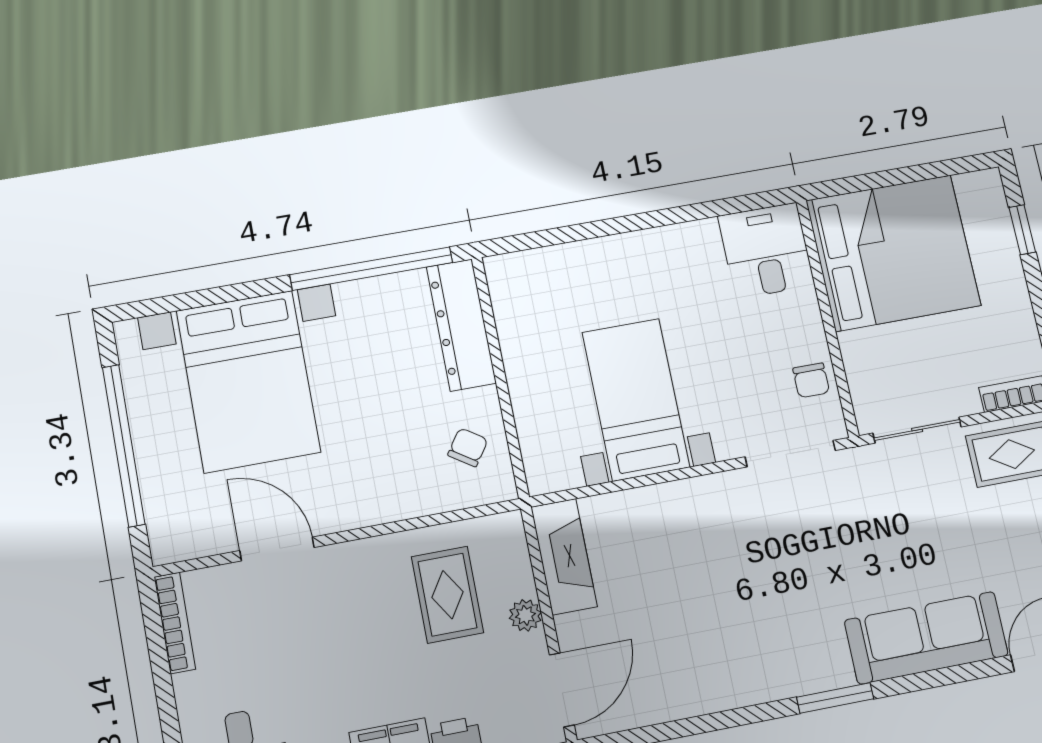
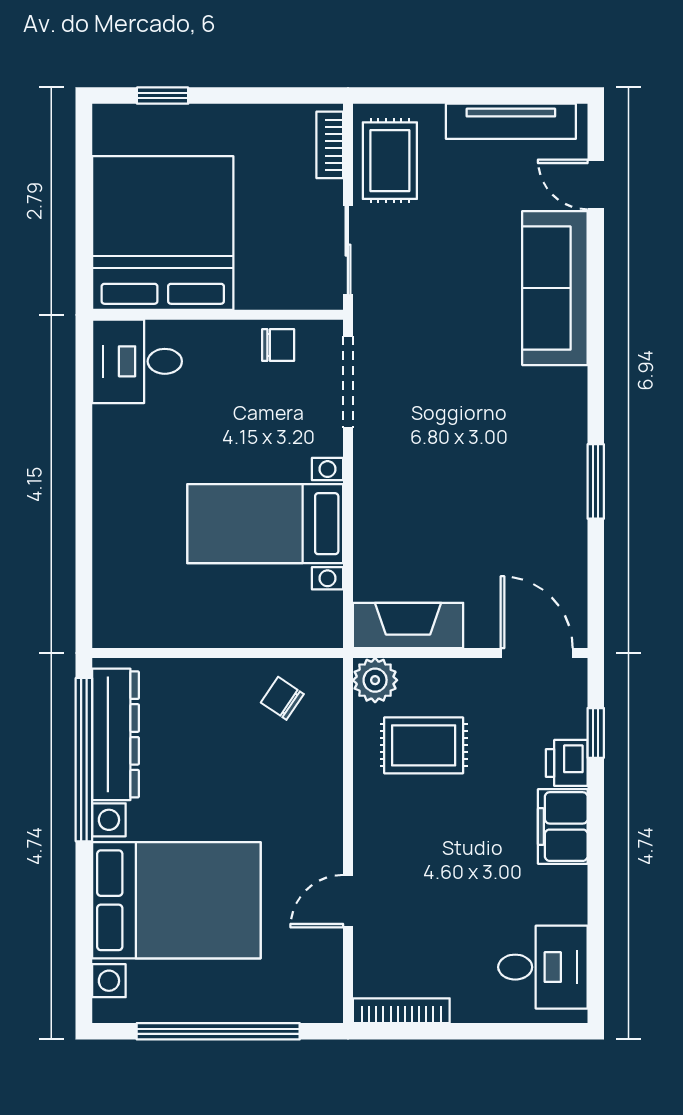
dresser: (461, 325) -> (115, 734), moved, turned -90
door: (277, 549) -> (348, 901), width x0.73
plant: (525, 615) -> (375, 680), moved, width x1.38, depth x1.38
window: (835, 698) -> (596, 481), moved

